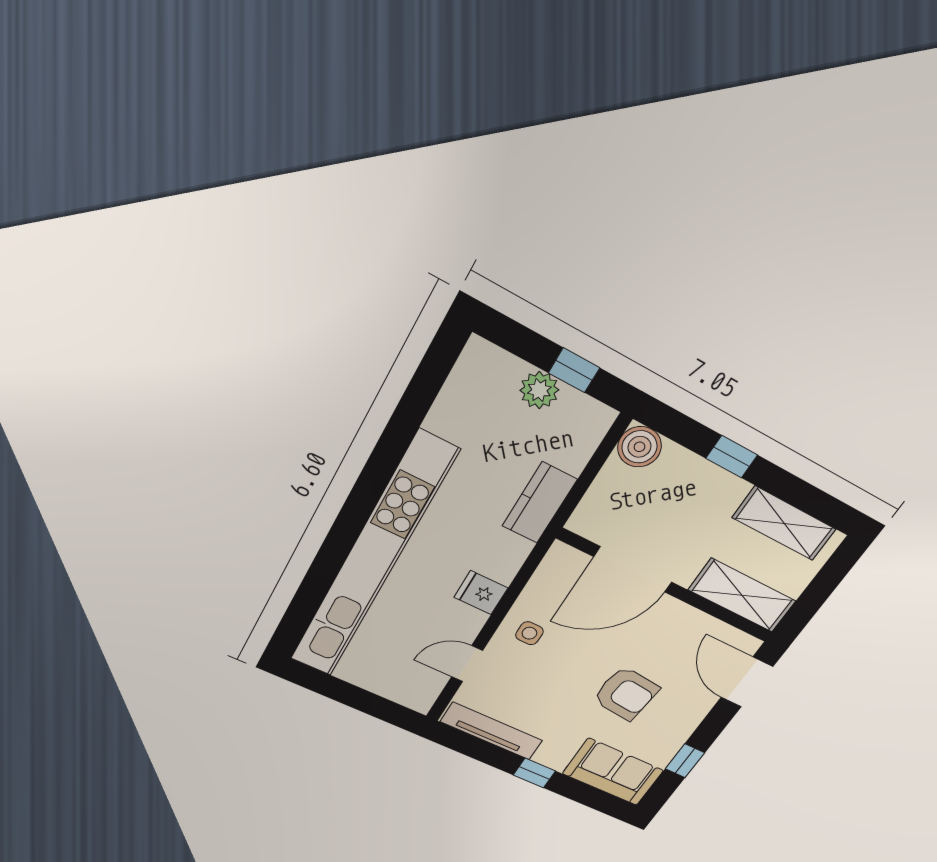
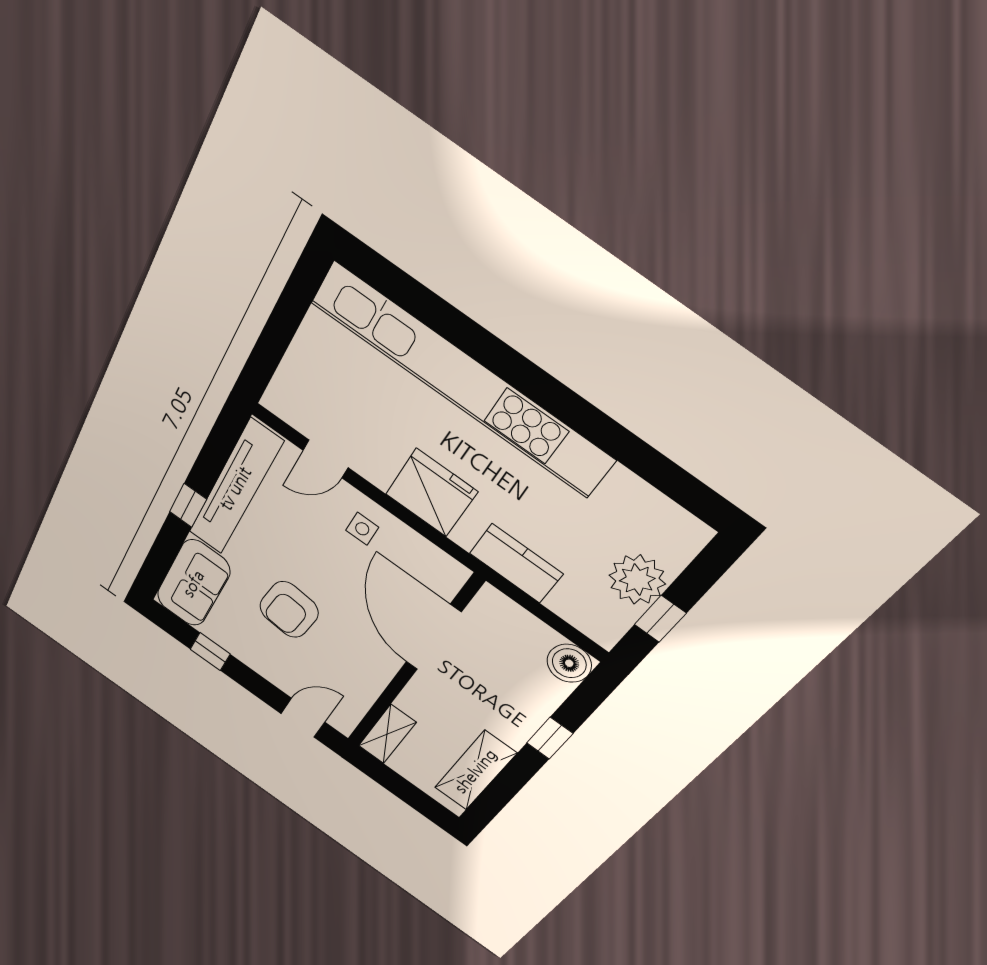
plant: (539, 390) -> (637, 580), width x1.36, depth x1.36
fridge: (481, 593) -> (431, 493), width x1.88, depth x1.34
shelving: (742, 595) -> (387, 734), width x0.67, depth x0.75
door: (467, 664) -> (325, 459), swing flipped
door: (747, 682) -> (303, 718), width x0.73
tv unit: (491, 731) -> (235, 488), width x1.36, depth x1.29

